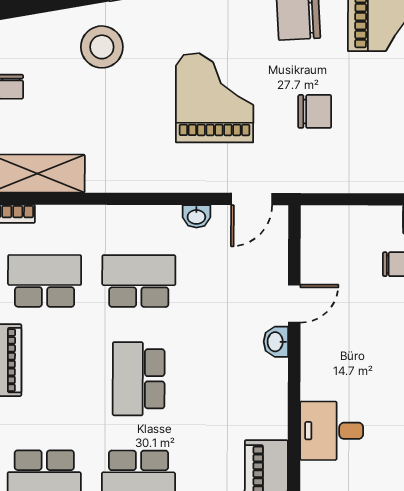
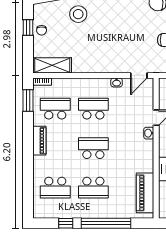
grand piano: (215, 98) -> (124, 35), removed
school desk: (139, 379) -> (93, 148), turned 90

